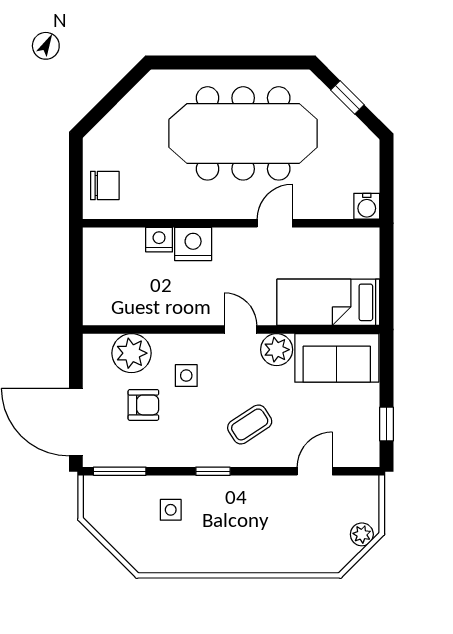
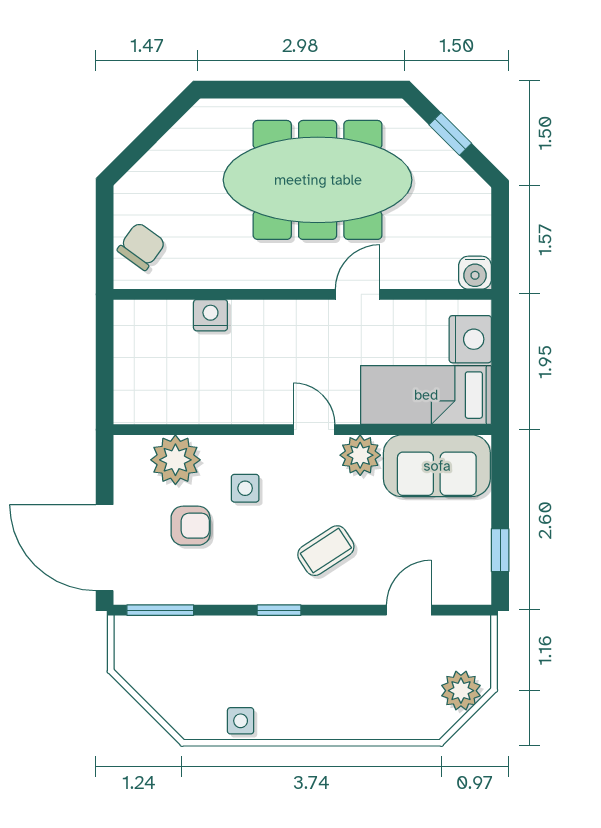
chair: (105, 186) -> (141, 246), turned -54
nightstand: (193, 244) -> (470, 339), moved, turned 90
side table: (171, 510) -> (241, 721), moved
plant: (362, 534) -> (461, 691), width x1.38, depth x1.38

